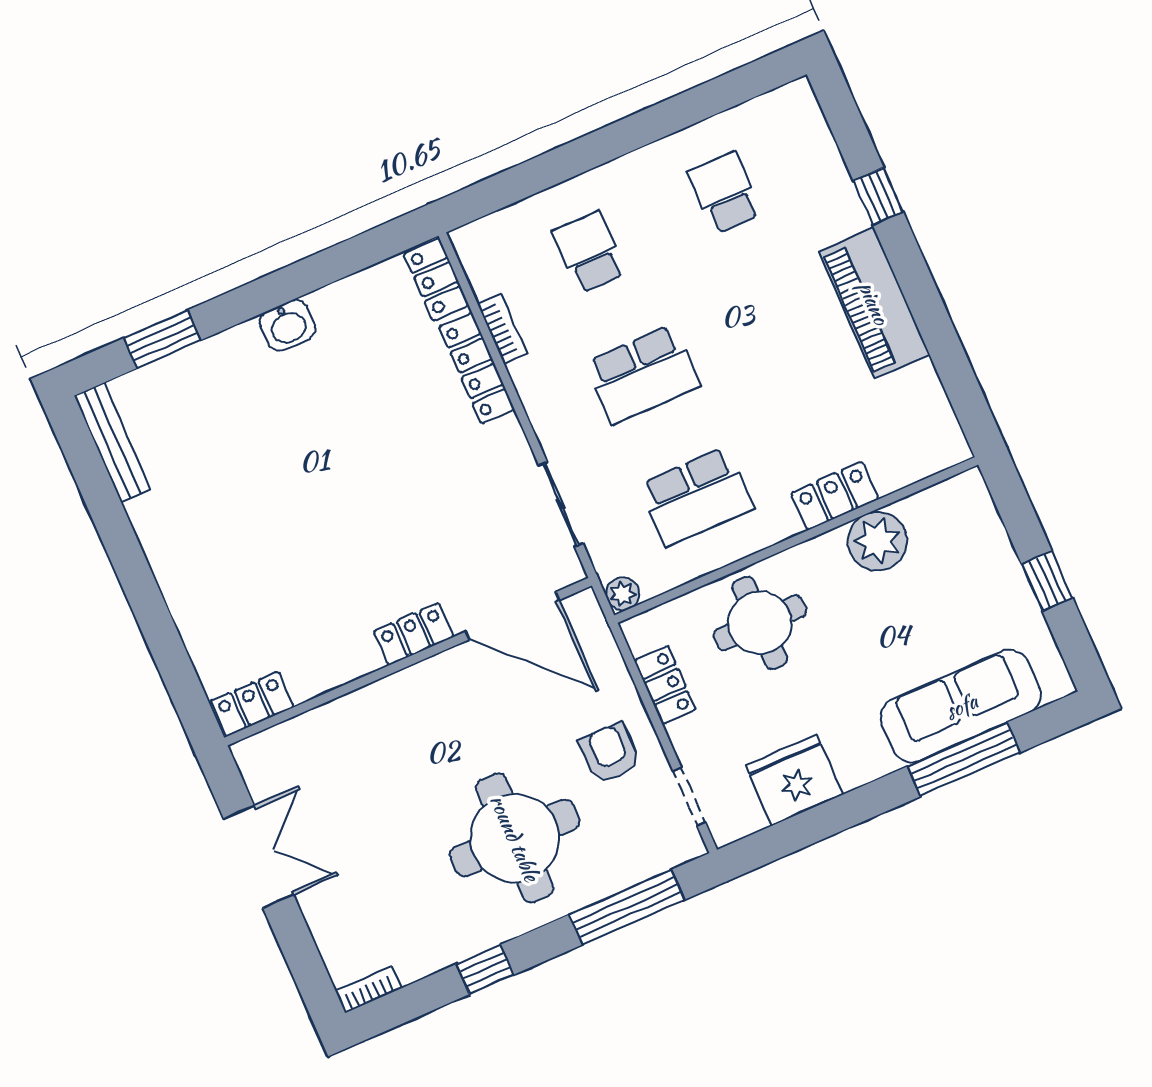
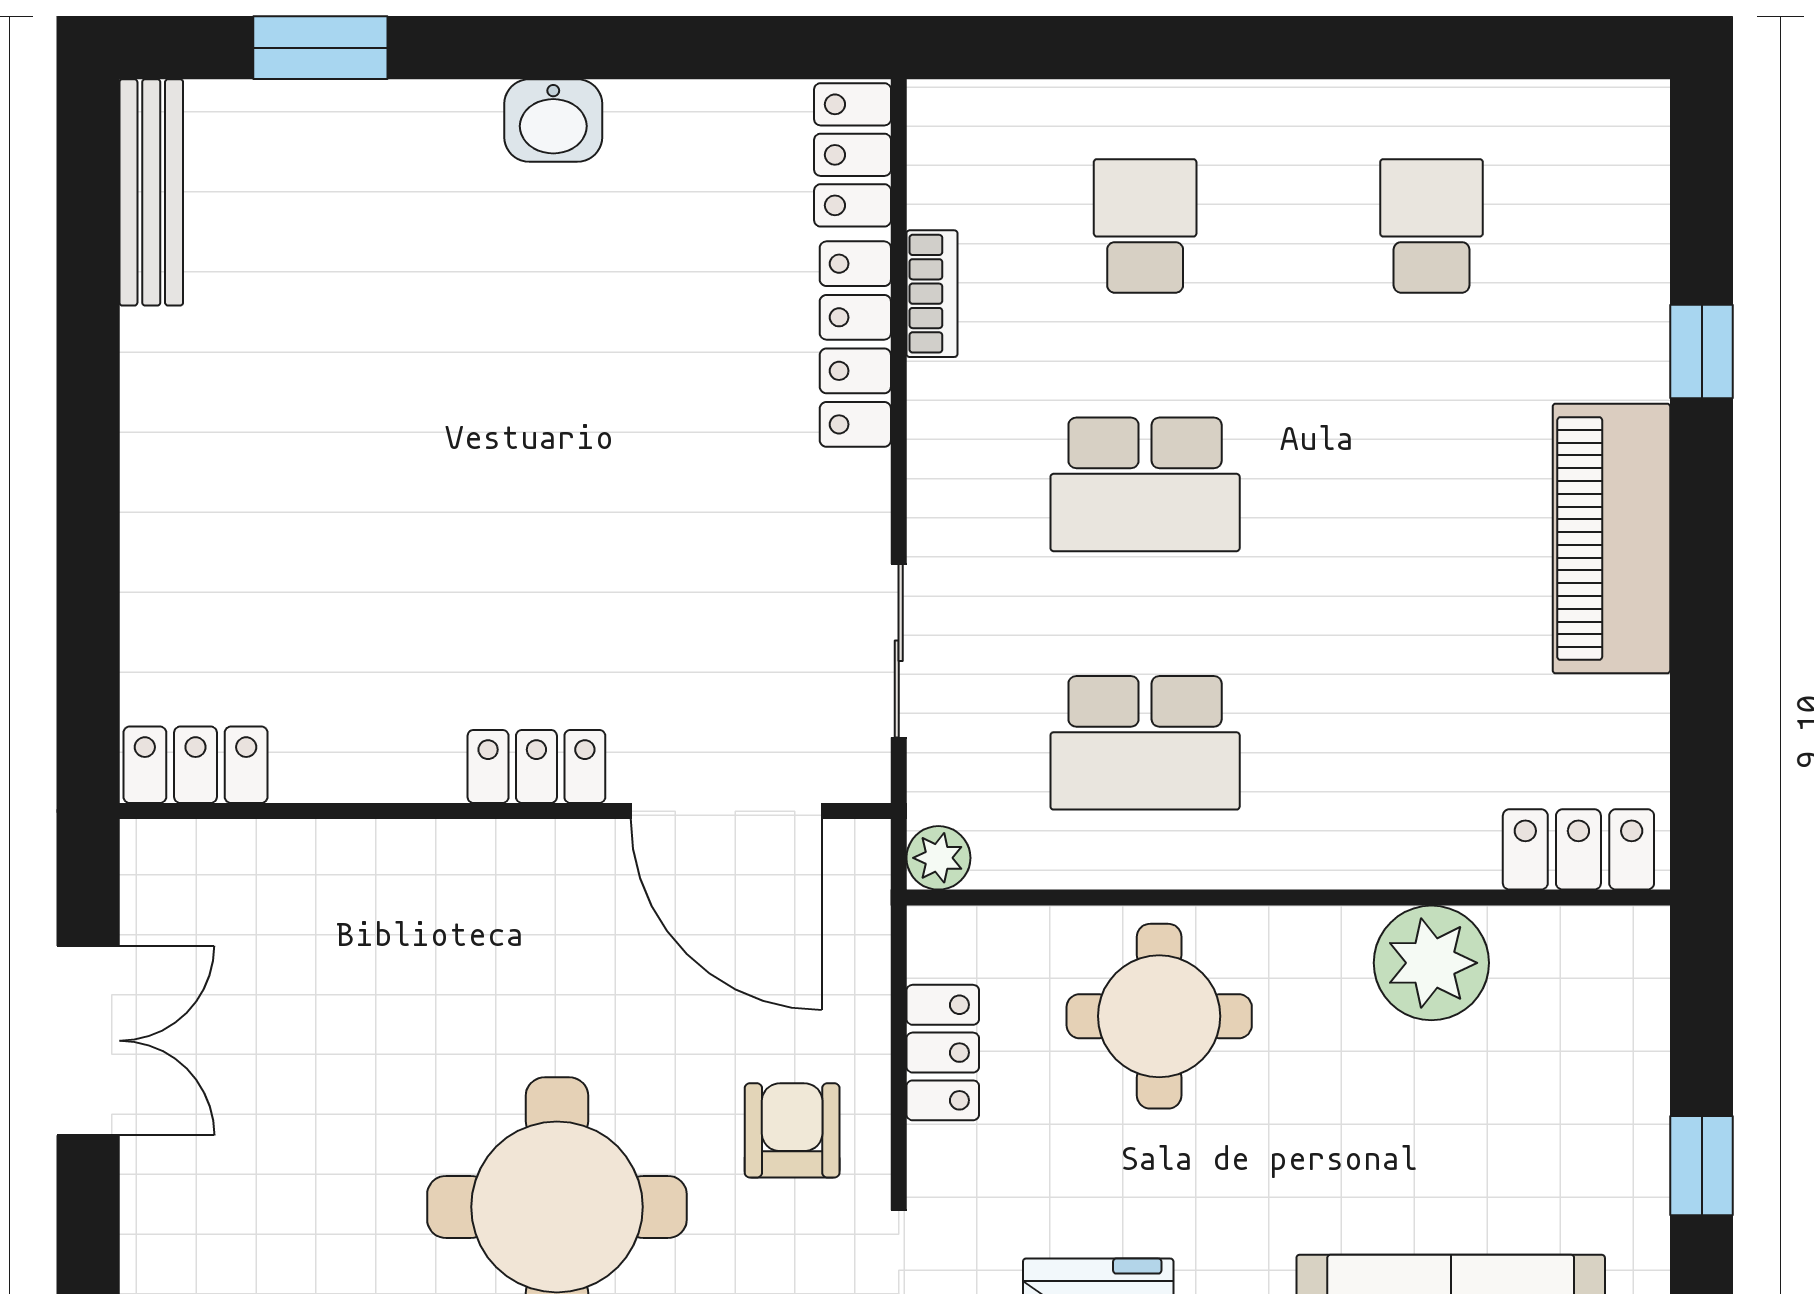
locker: (835, 496) -> (1578, 849), moved

